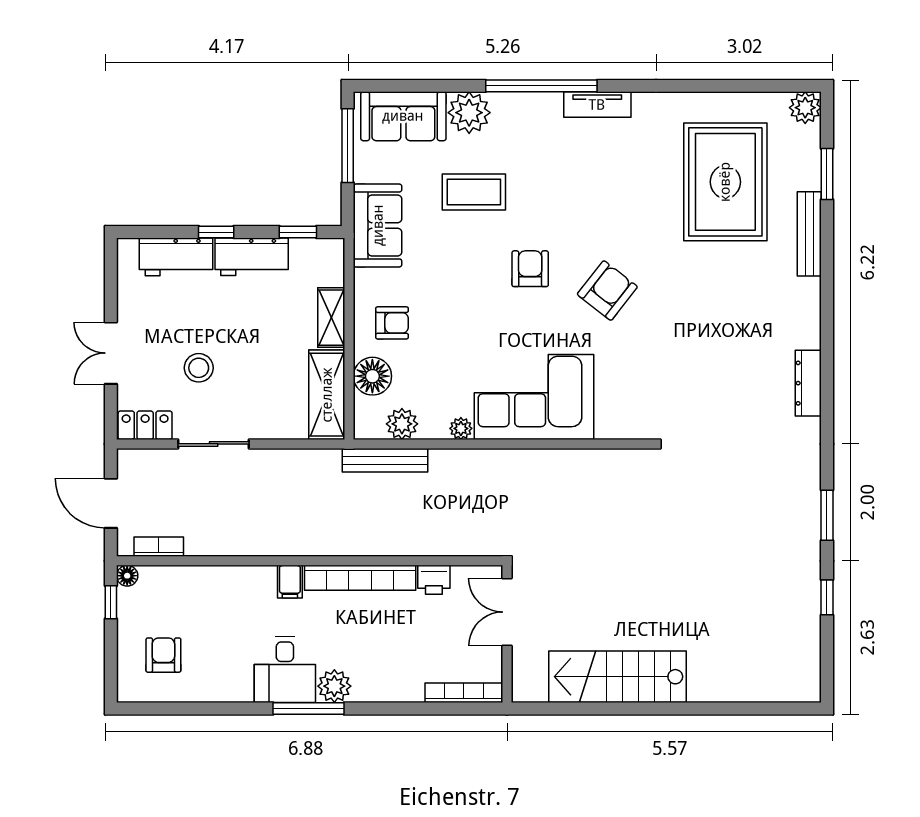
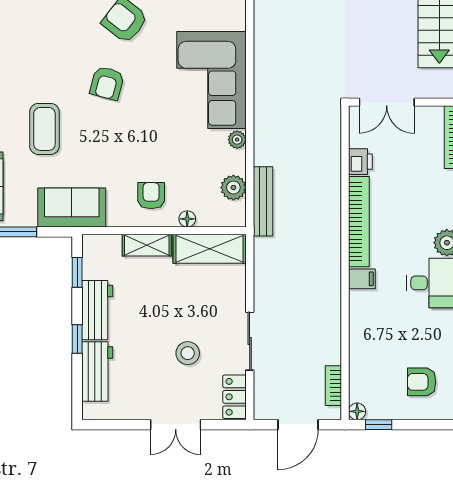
armchair: (530, 269) -> (107, 83), turned -75
floor lamp: (372, 376) -> (187, 219), width x0.53, depth x0.53

